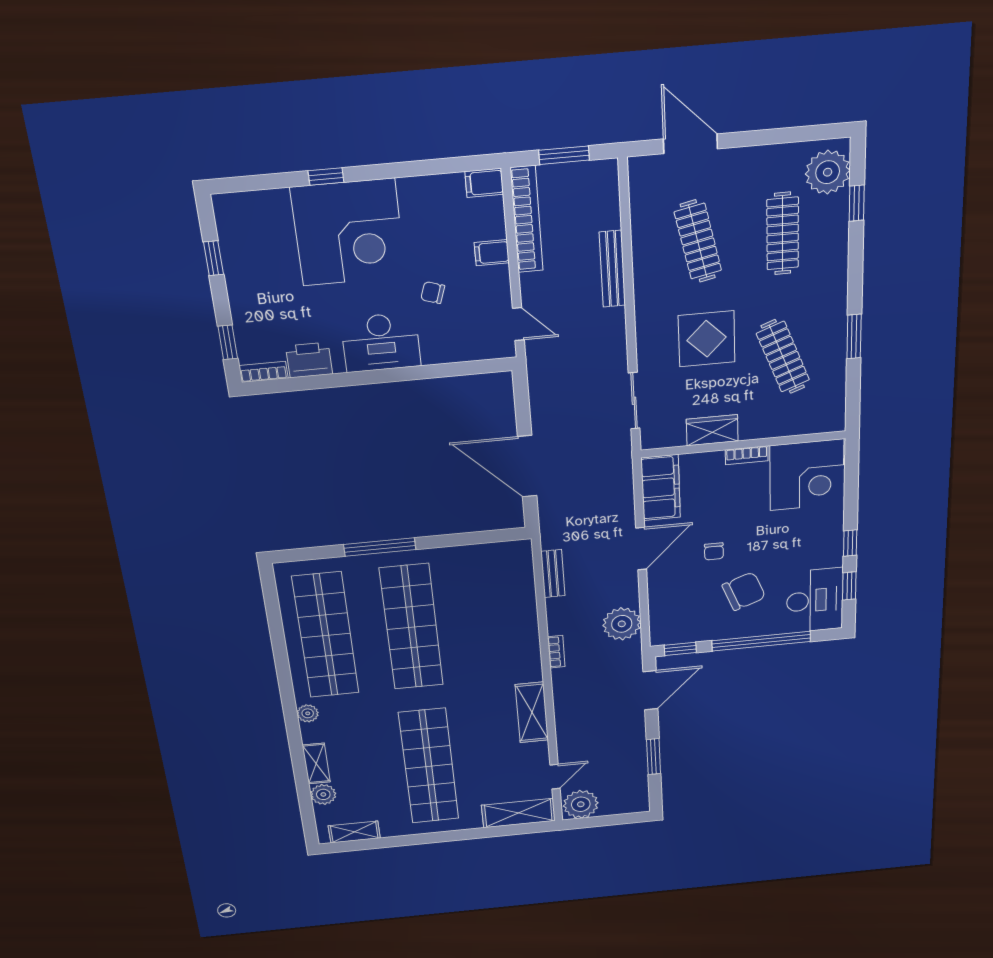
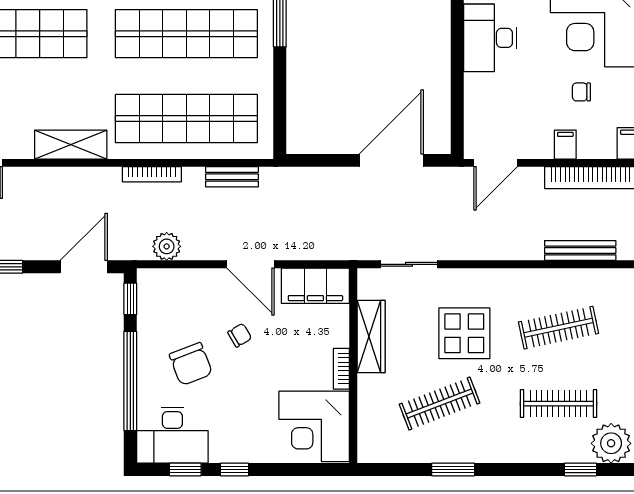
bench: (612, 269) -> (580, 250), moved
chair: (433, 293) -> (581, 92), moved, turned -108
door: (518, 324) -> (496, 163), width x1.38
wardrobe: (712, 430) -> (371, 336), width x1.50
door: (527, 466) -> (391, 160), moved
chair: (714, 551) -> (240, 335), turned 149
shop shelf: (497, 619) -> (186, 118), added
plant: (622, 624) -> (167, 246), width x0.73, depth x0.73
bookcase: (556, 652) -> (152, 174), width x1.56
door: (650, 690) -> (84, 267), swing flipped

